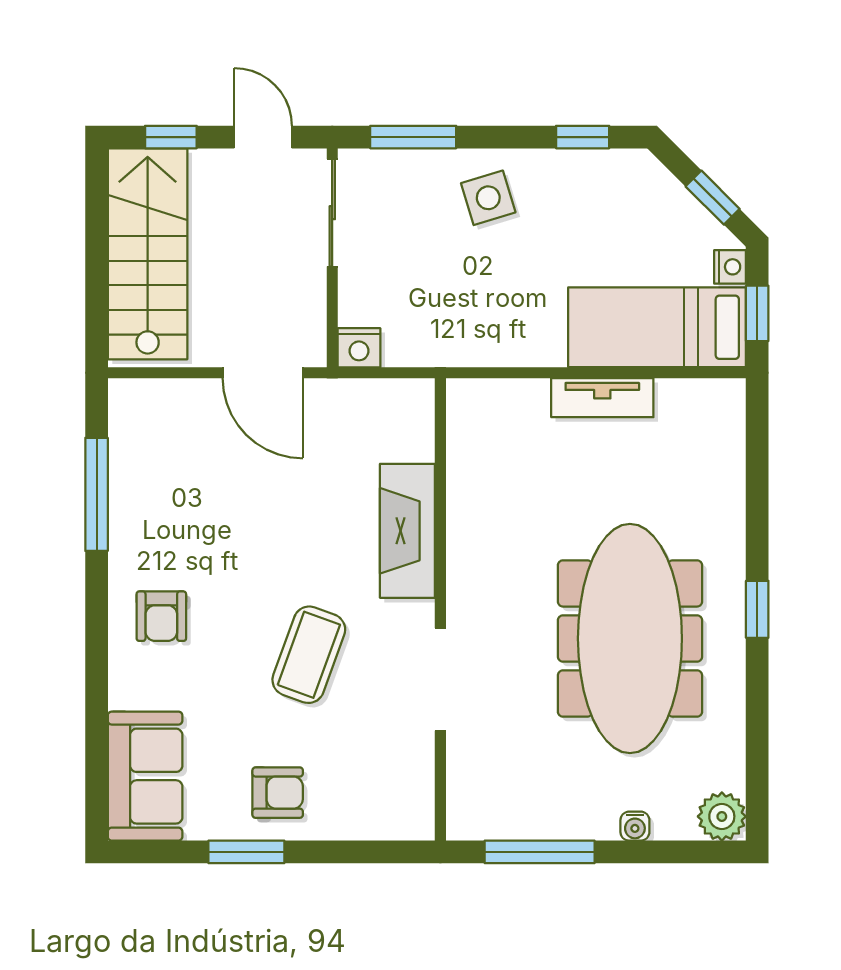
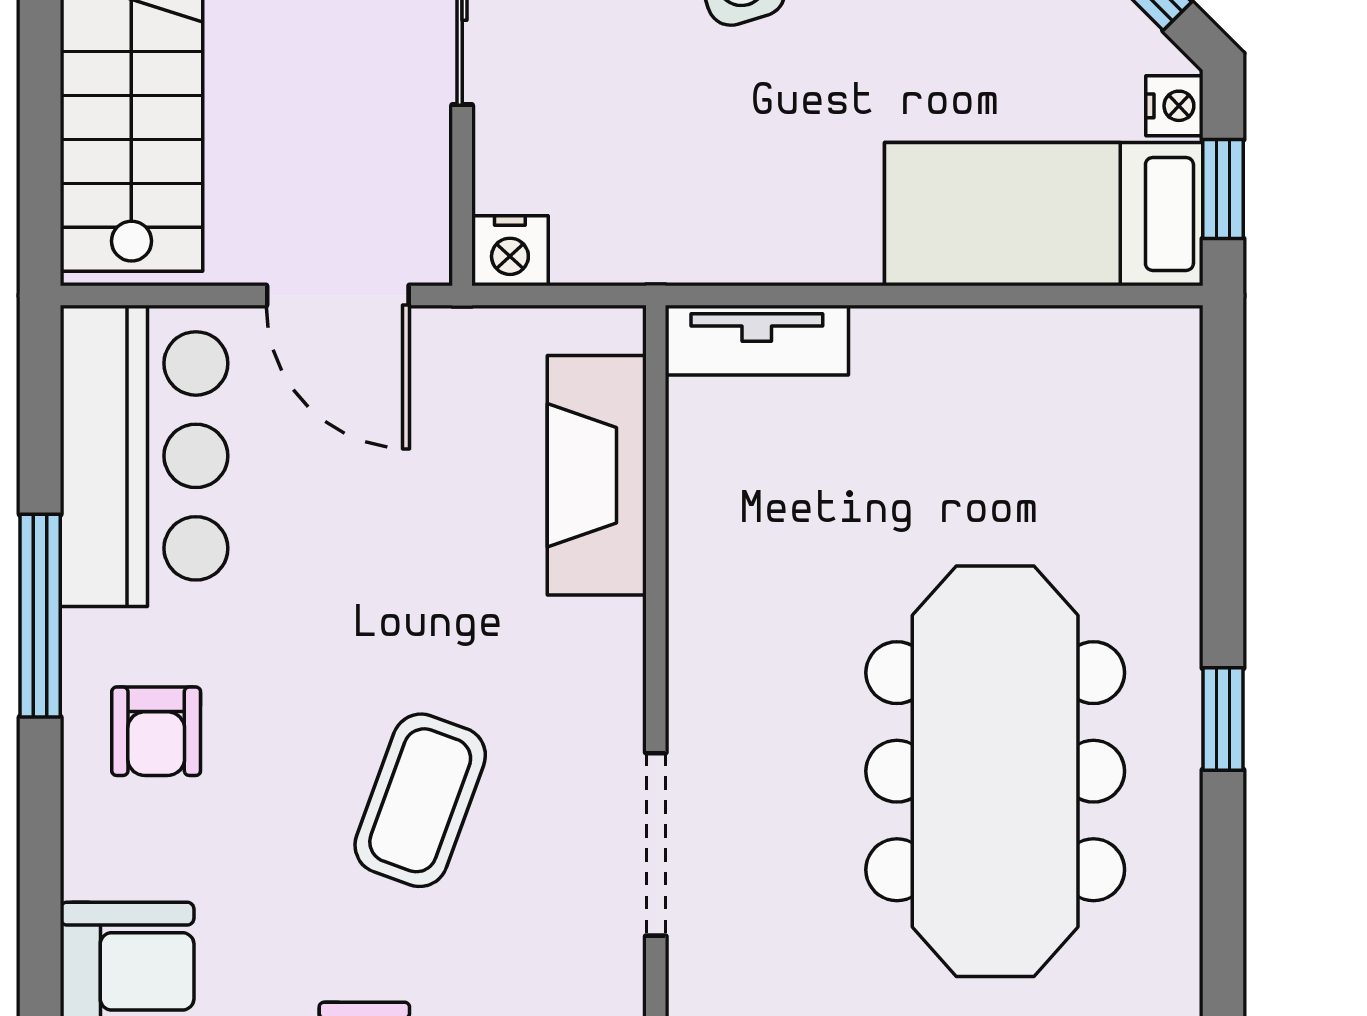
tv unit: (602, 398) -> (757, 340), moved
bar counter: (155, 462) -> (144, 456), added
window: (97, 494) -> (40, 616), moved
fireplace: (407, 531) -> (597, 475), moved

